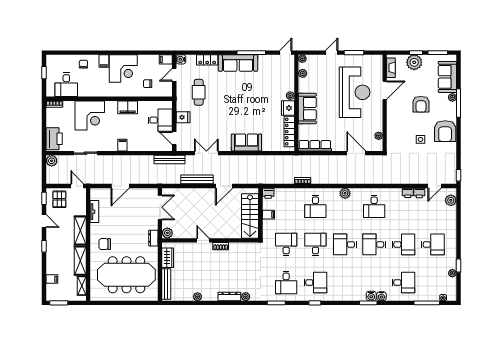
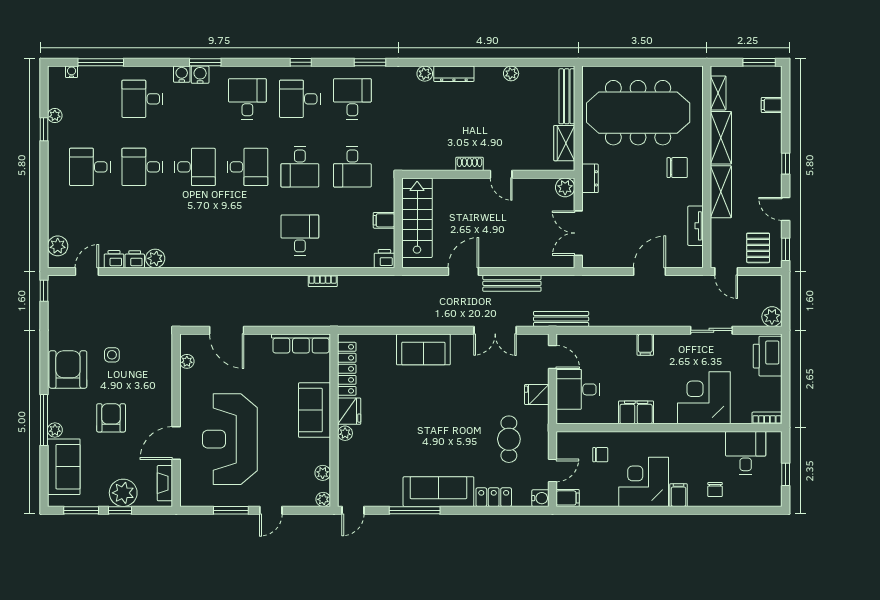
plant: (345, 193) -> (155, 258), moved
desk: (374, 206) -> (247, 99), moved

